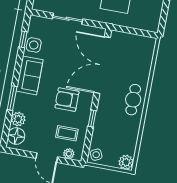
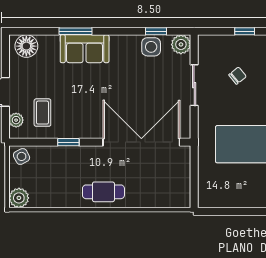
sofa: (30, 75) -> (85, 49), moved
armchair: (67, 100) -> (87, 104), removed
plant: (18, 119) -> (181, 44), moved

